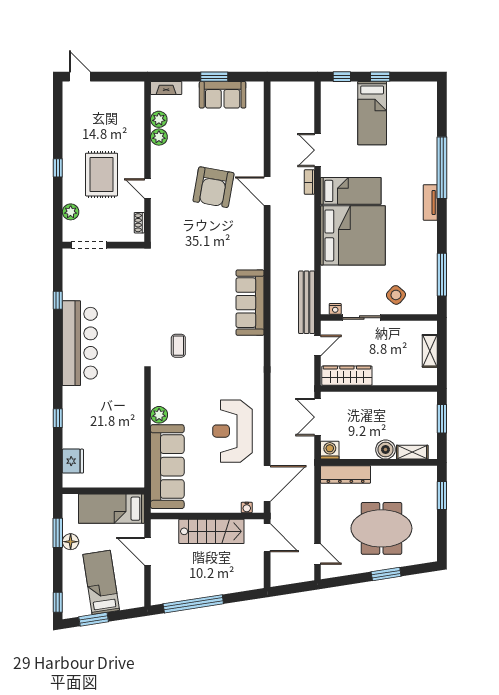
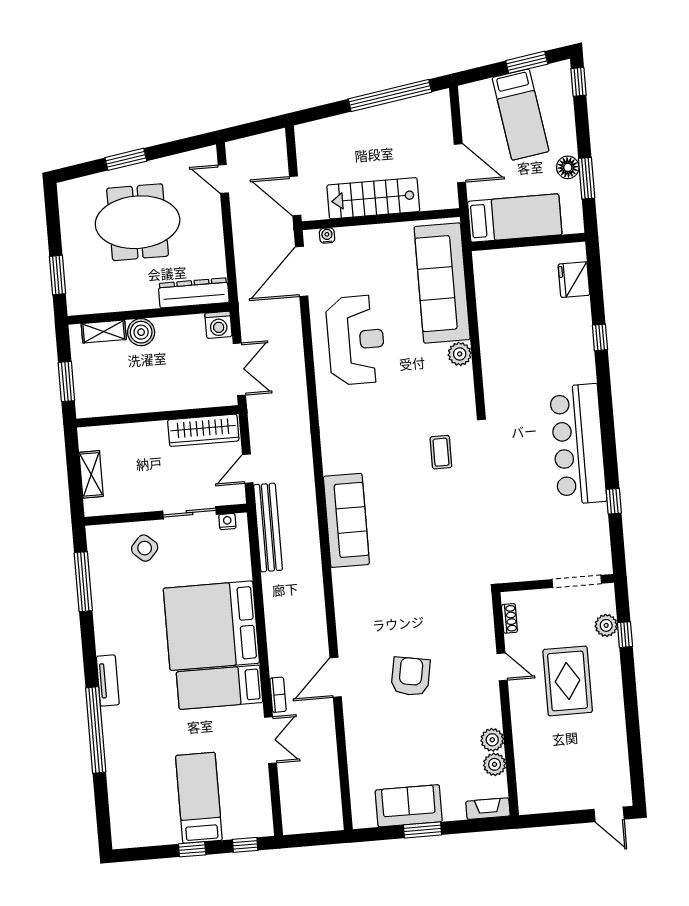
window: (58, 168) -> (625, 635), moved
armchair: (213, 187) -> (411, 676), width x0.73, depth x0.73
door: (267, 191) -> (336, 677), swing flipped

